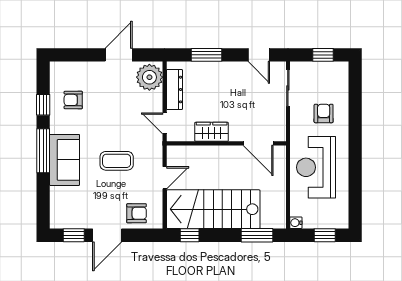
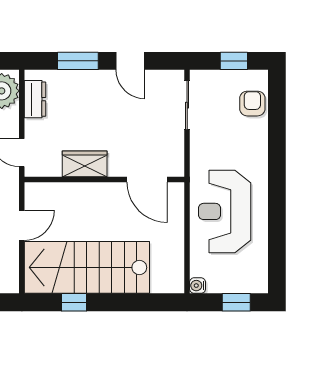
door: (259, 55) -> (130, 61), moved
dresser: (174, 90) -> (35, 99), width x0.70
armchair: (324, 113) -> (252, 104), moved
window: (190, 235) -> (74, 302), moved
window: (257, 235) -> (145, 302), removed

